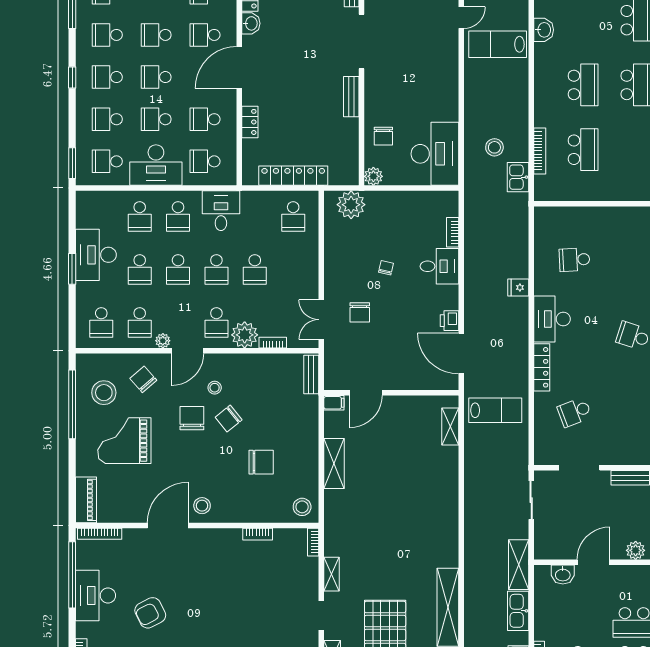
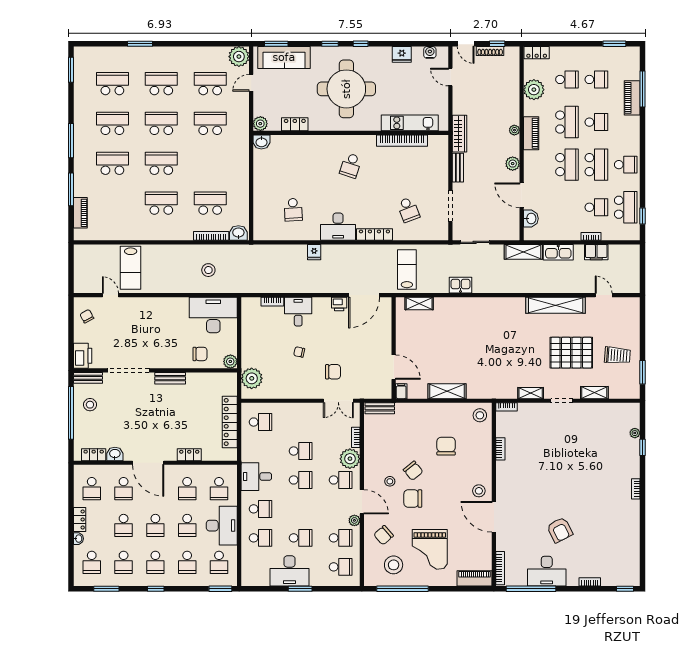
washbasin: (544, 30) -> (238, 233), moved
kitchen sink: (518, 177) -> (461, 285), moved, turned 180
school desk: (178, 269) -> (301, 509), removed

